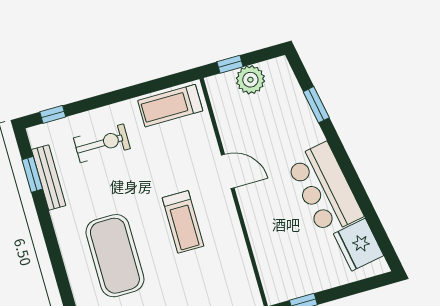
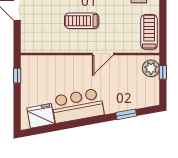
plant: (250, 80) -> (151, 68), moved

